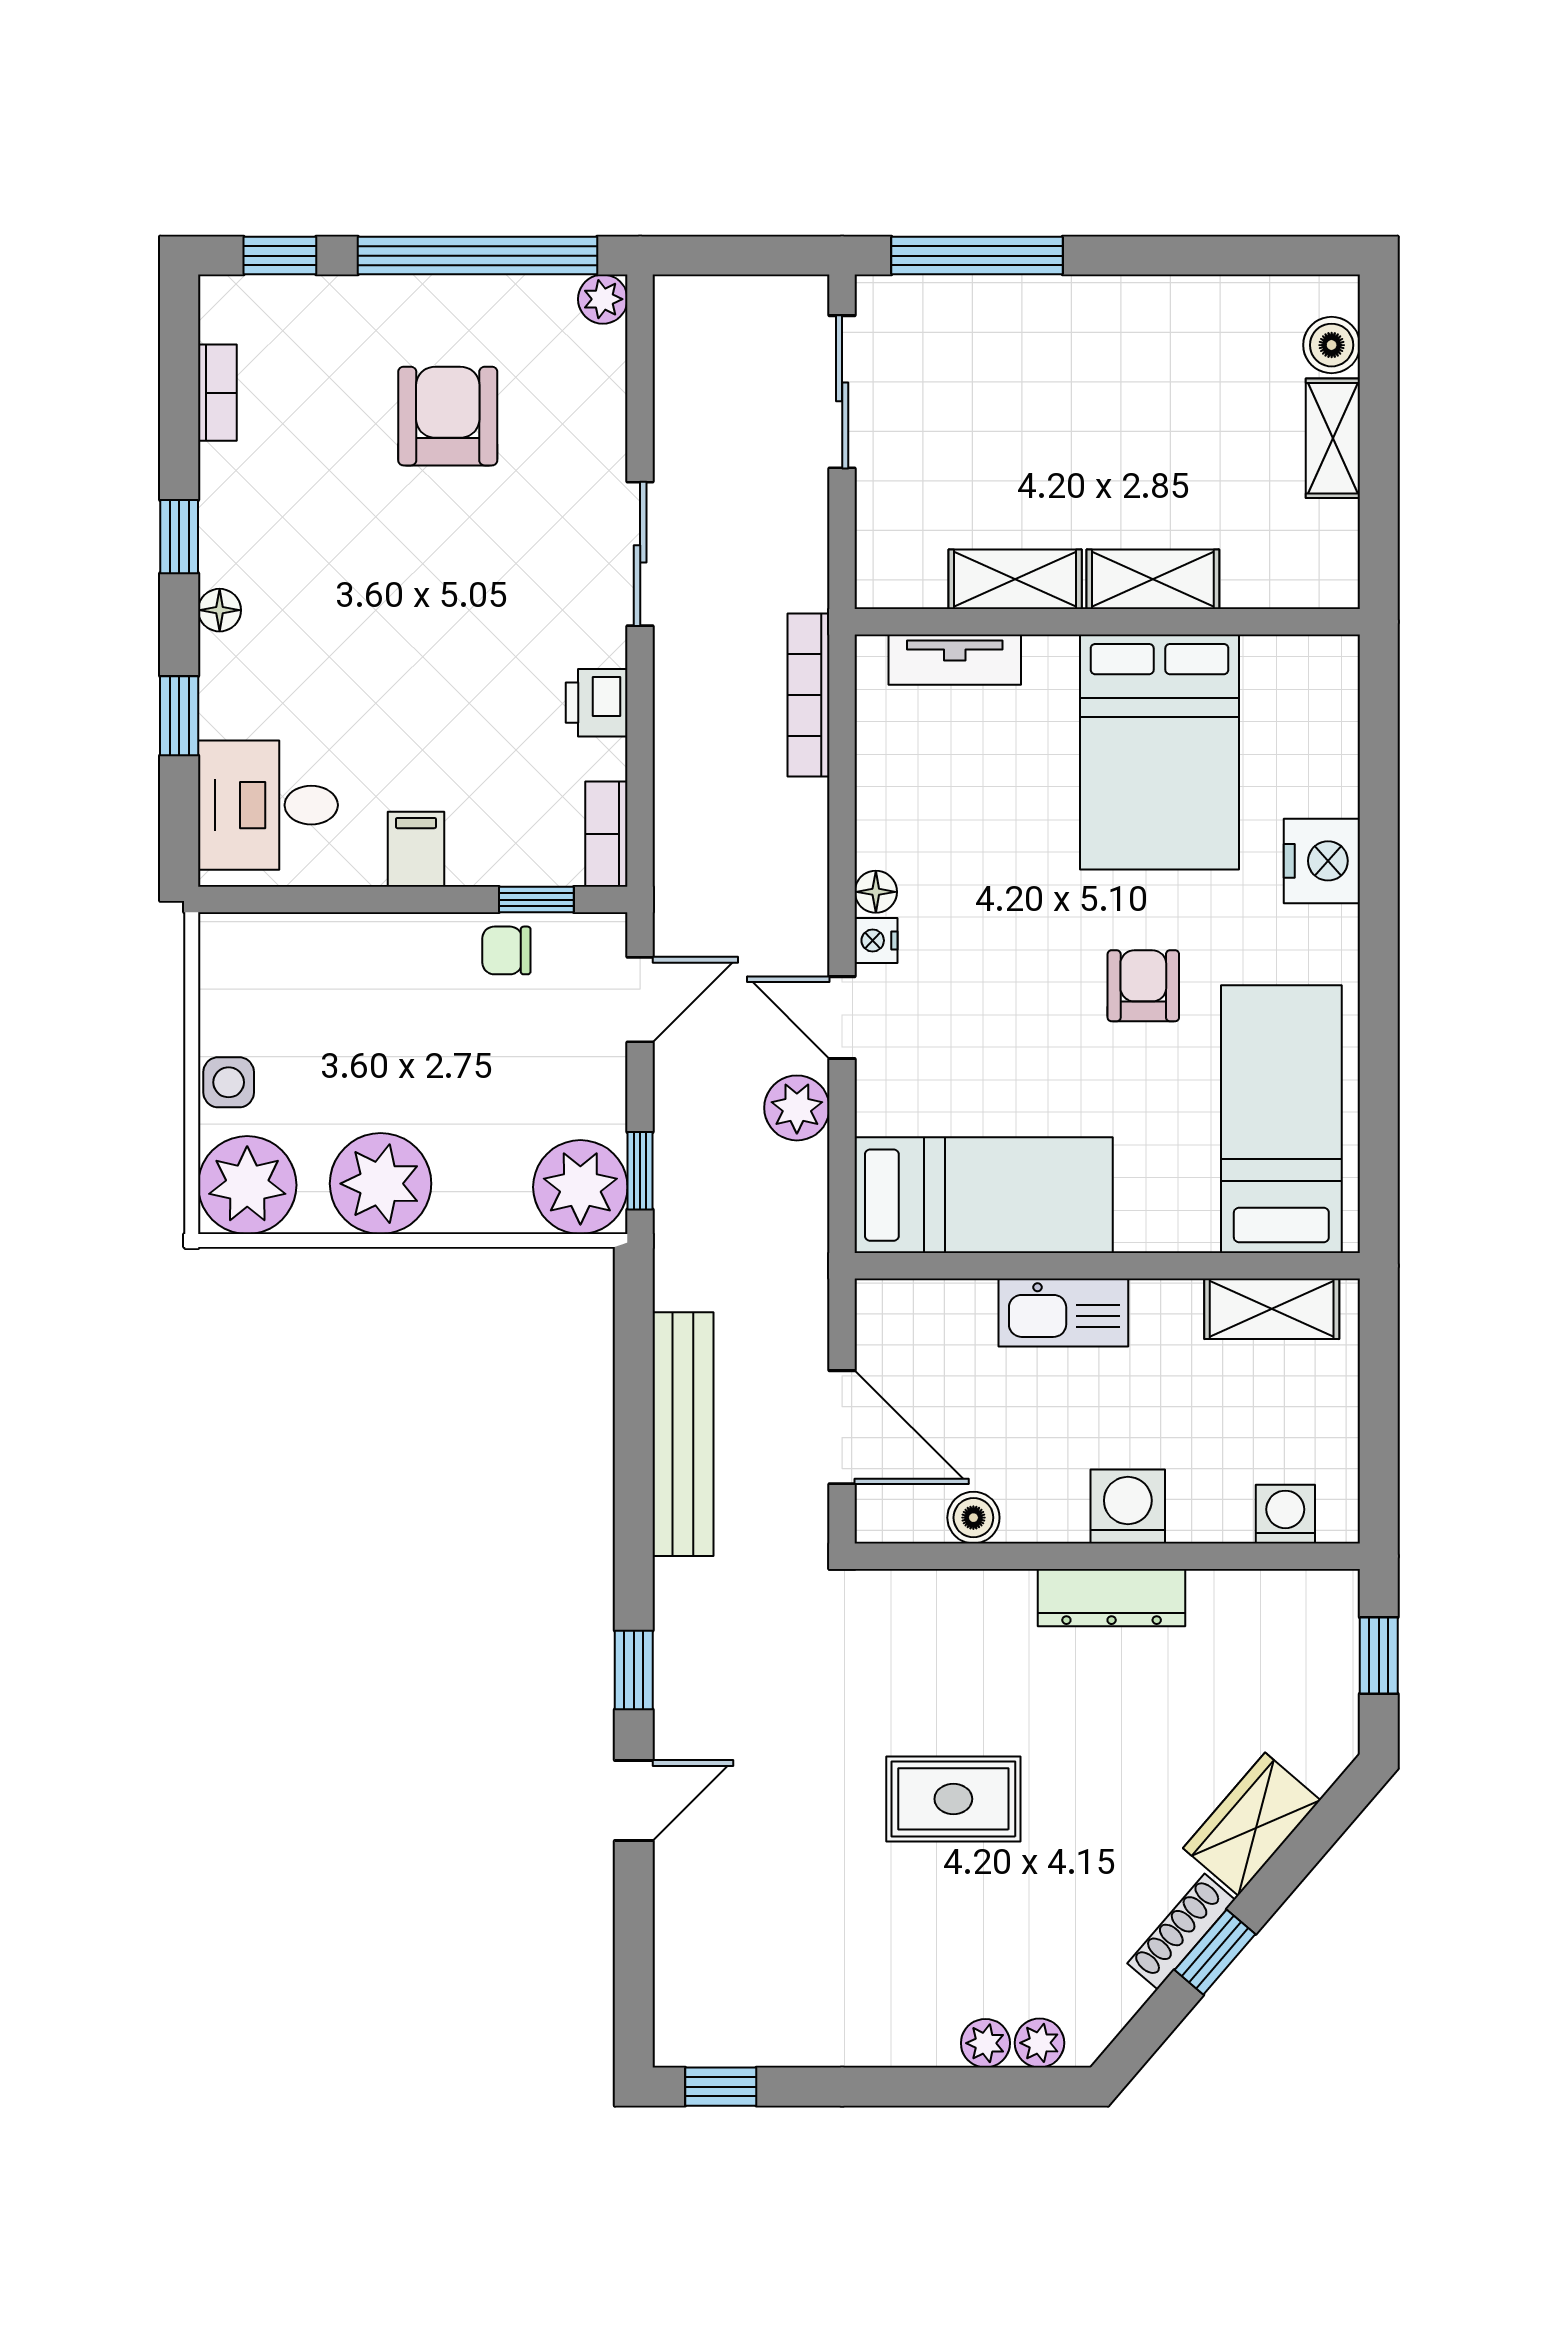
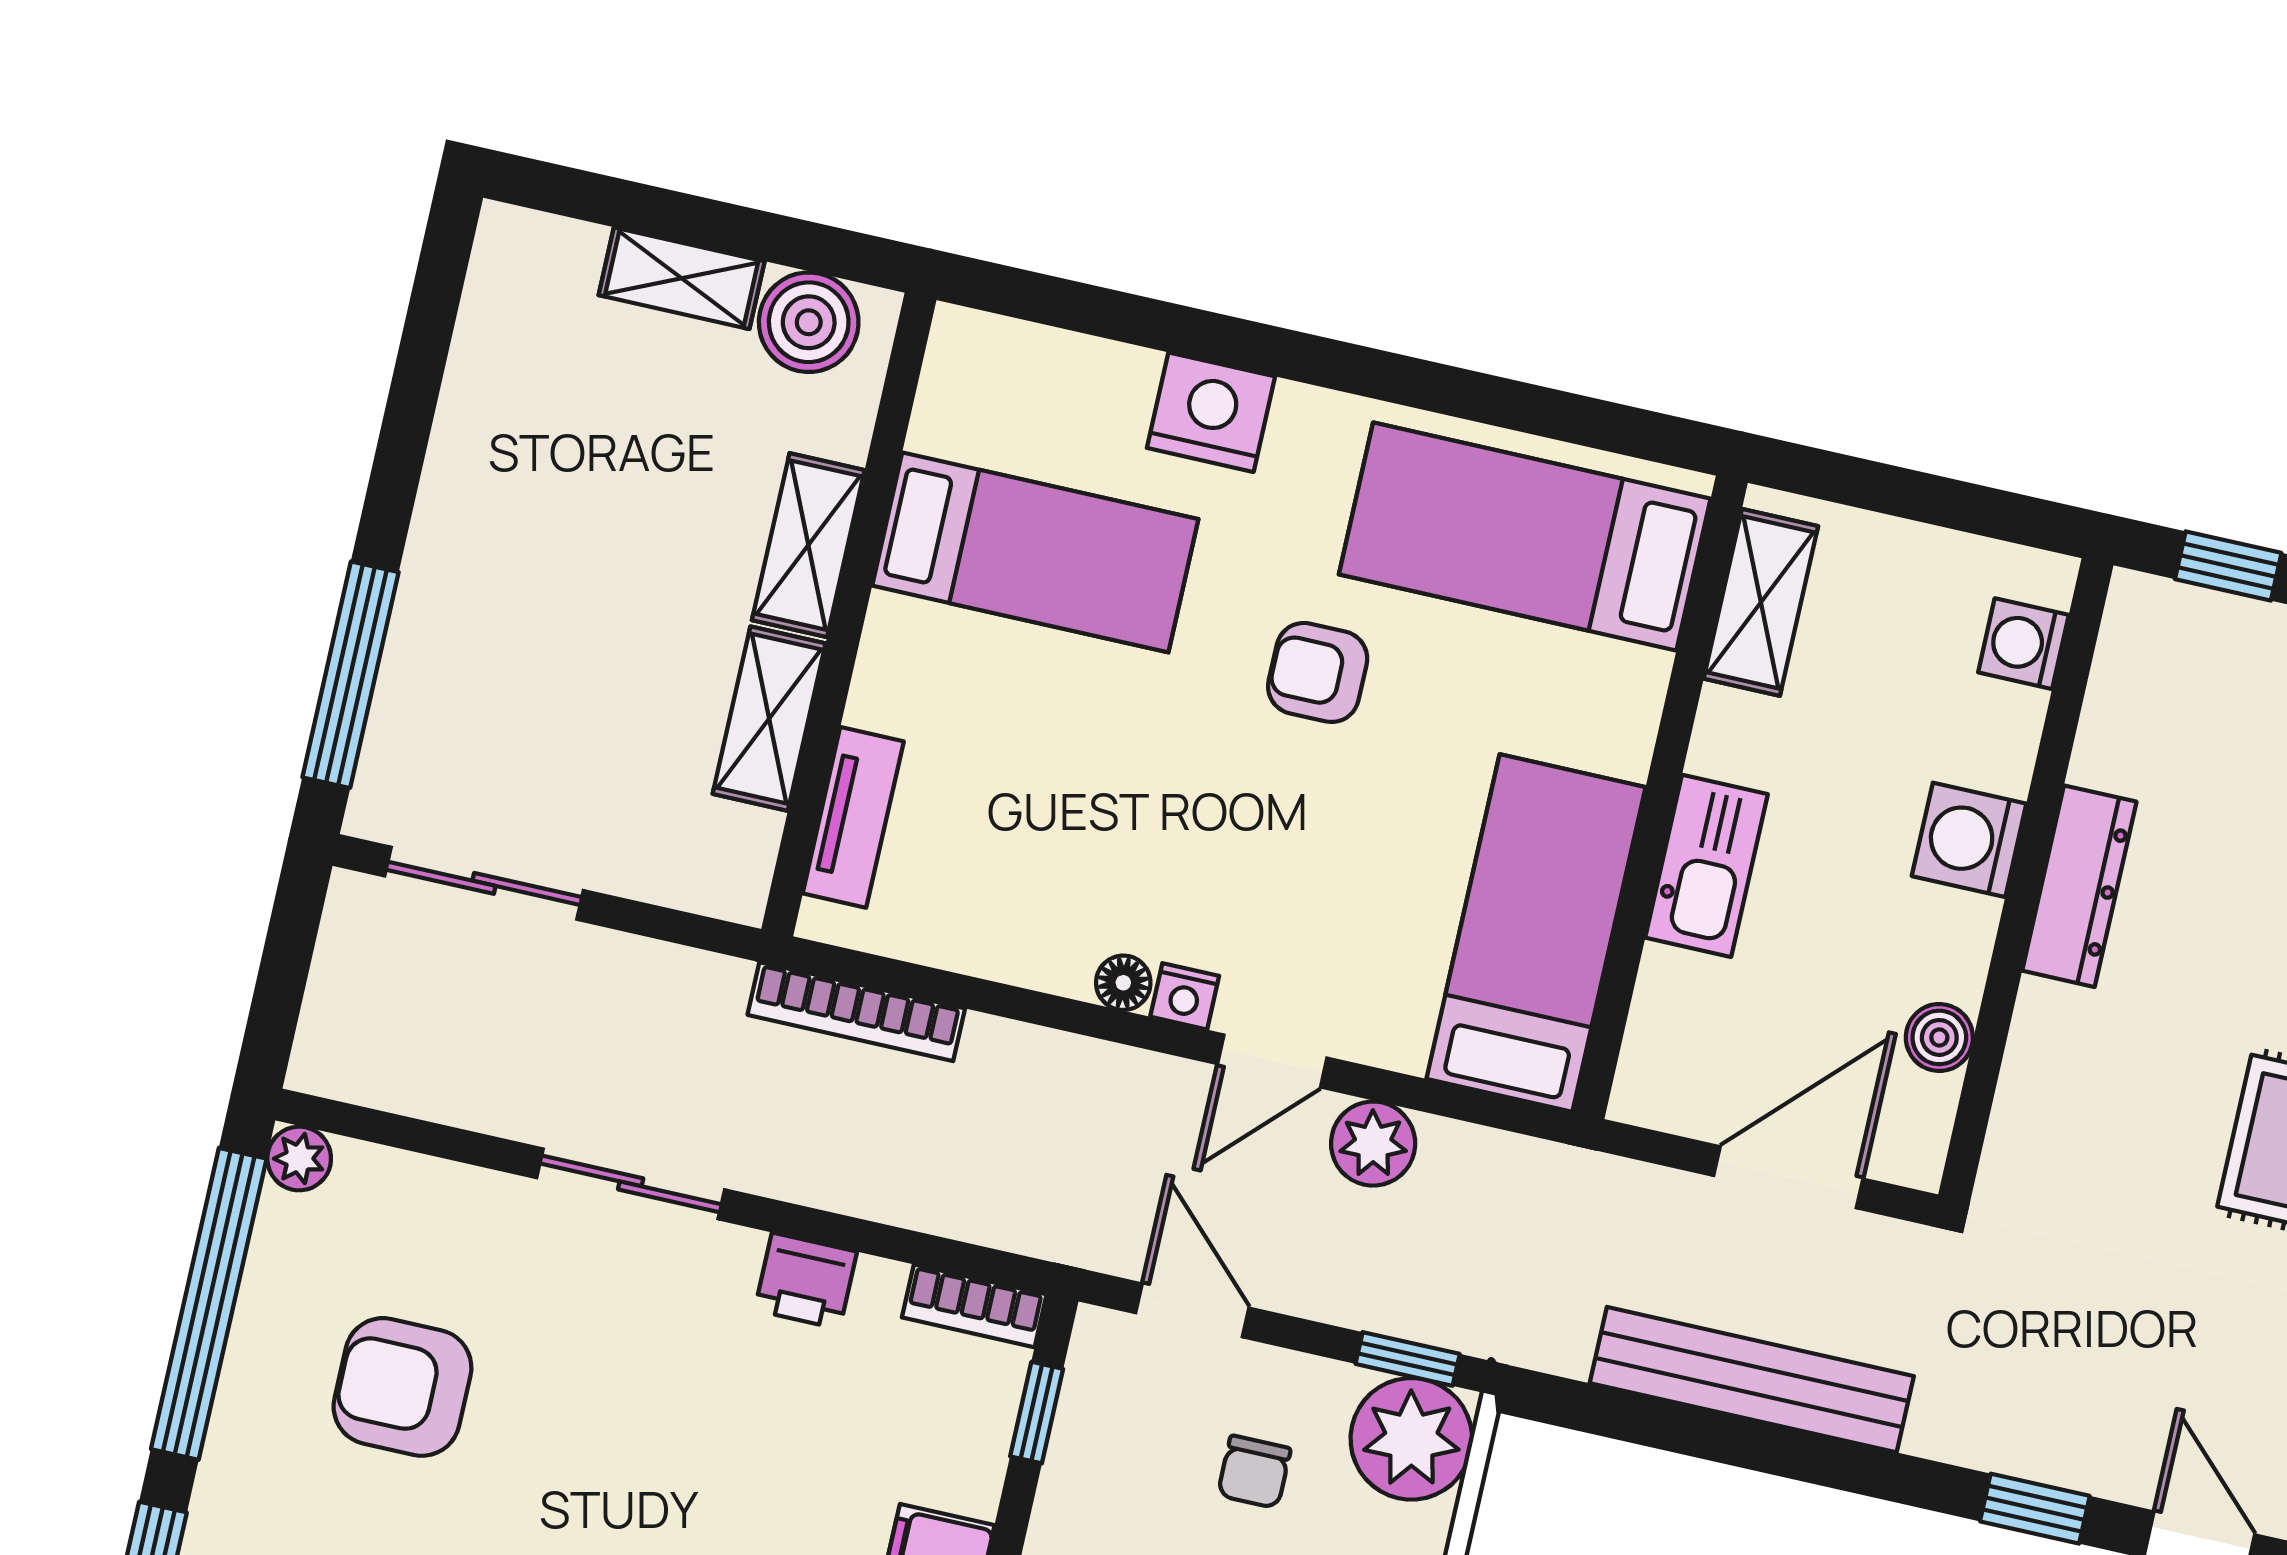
boiler: (1332, 345) -> (809, 322), moved, width x1.36, depth x1.36
bed: (1160, 752) -> (1035, 552), width x0.67
chair: (506, 950) -> (1254, 1472), moved

